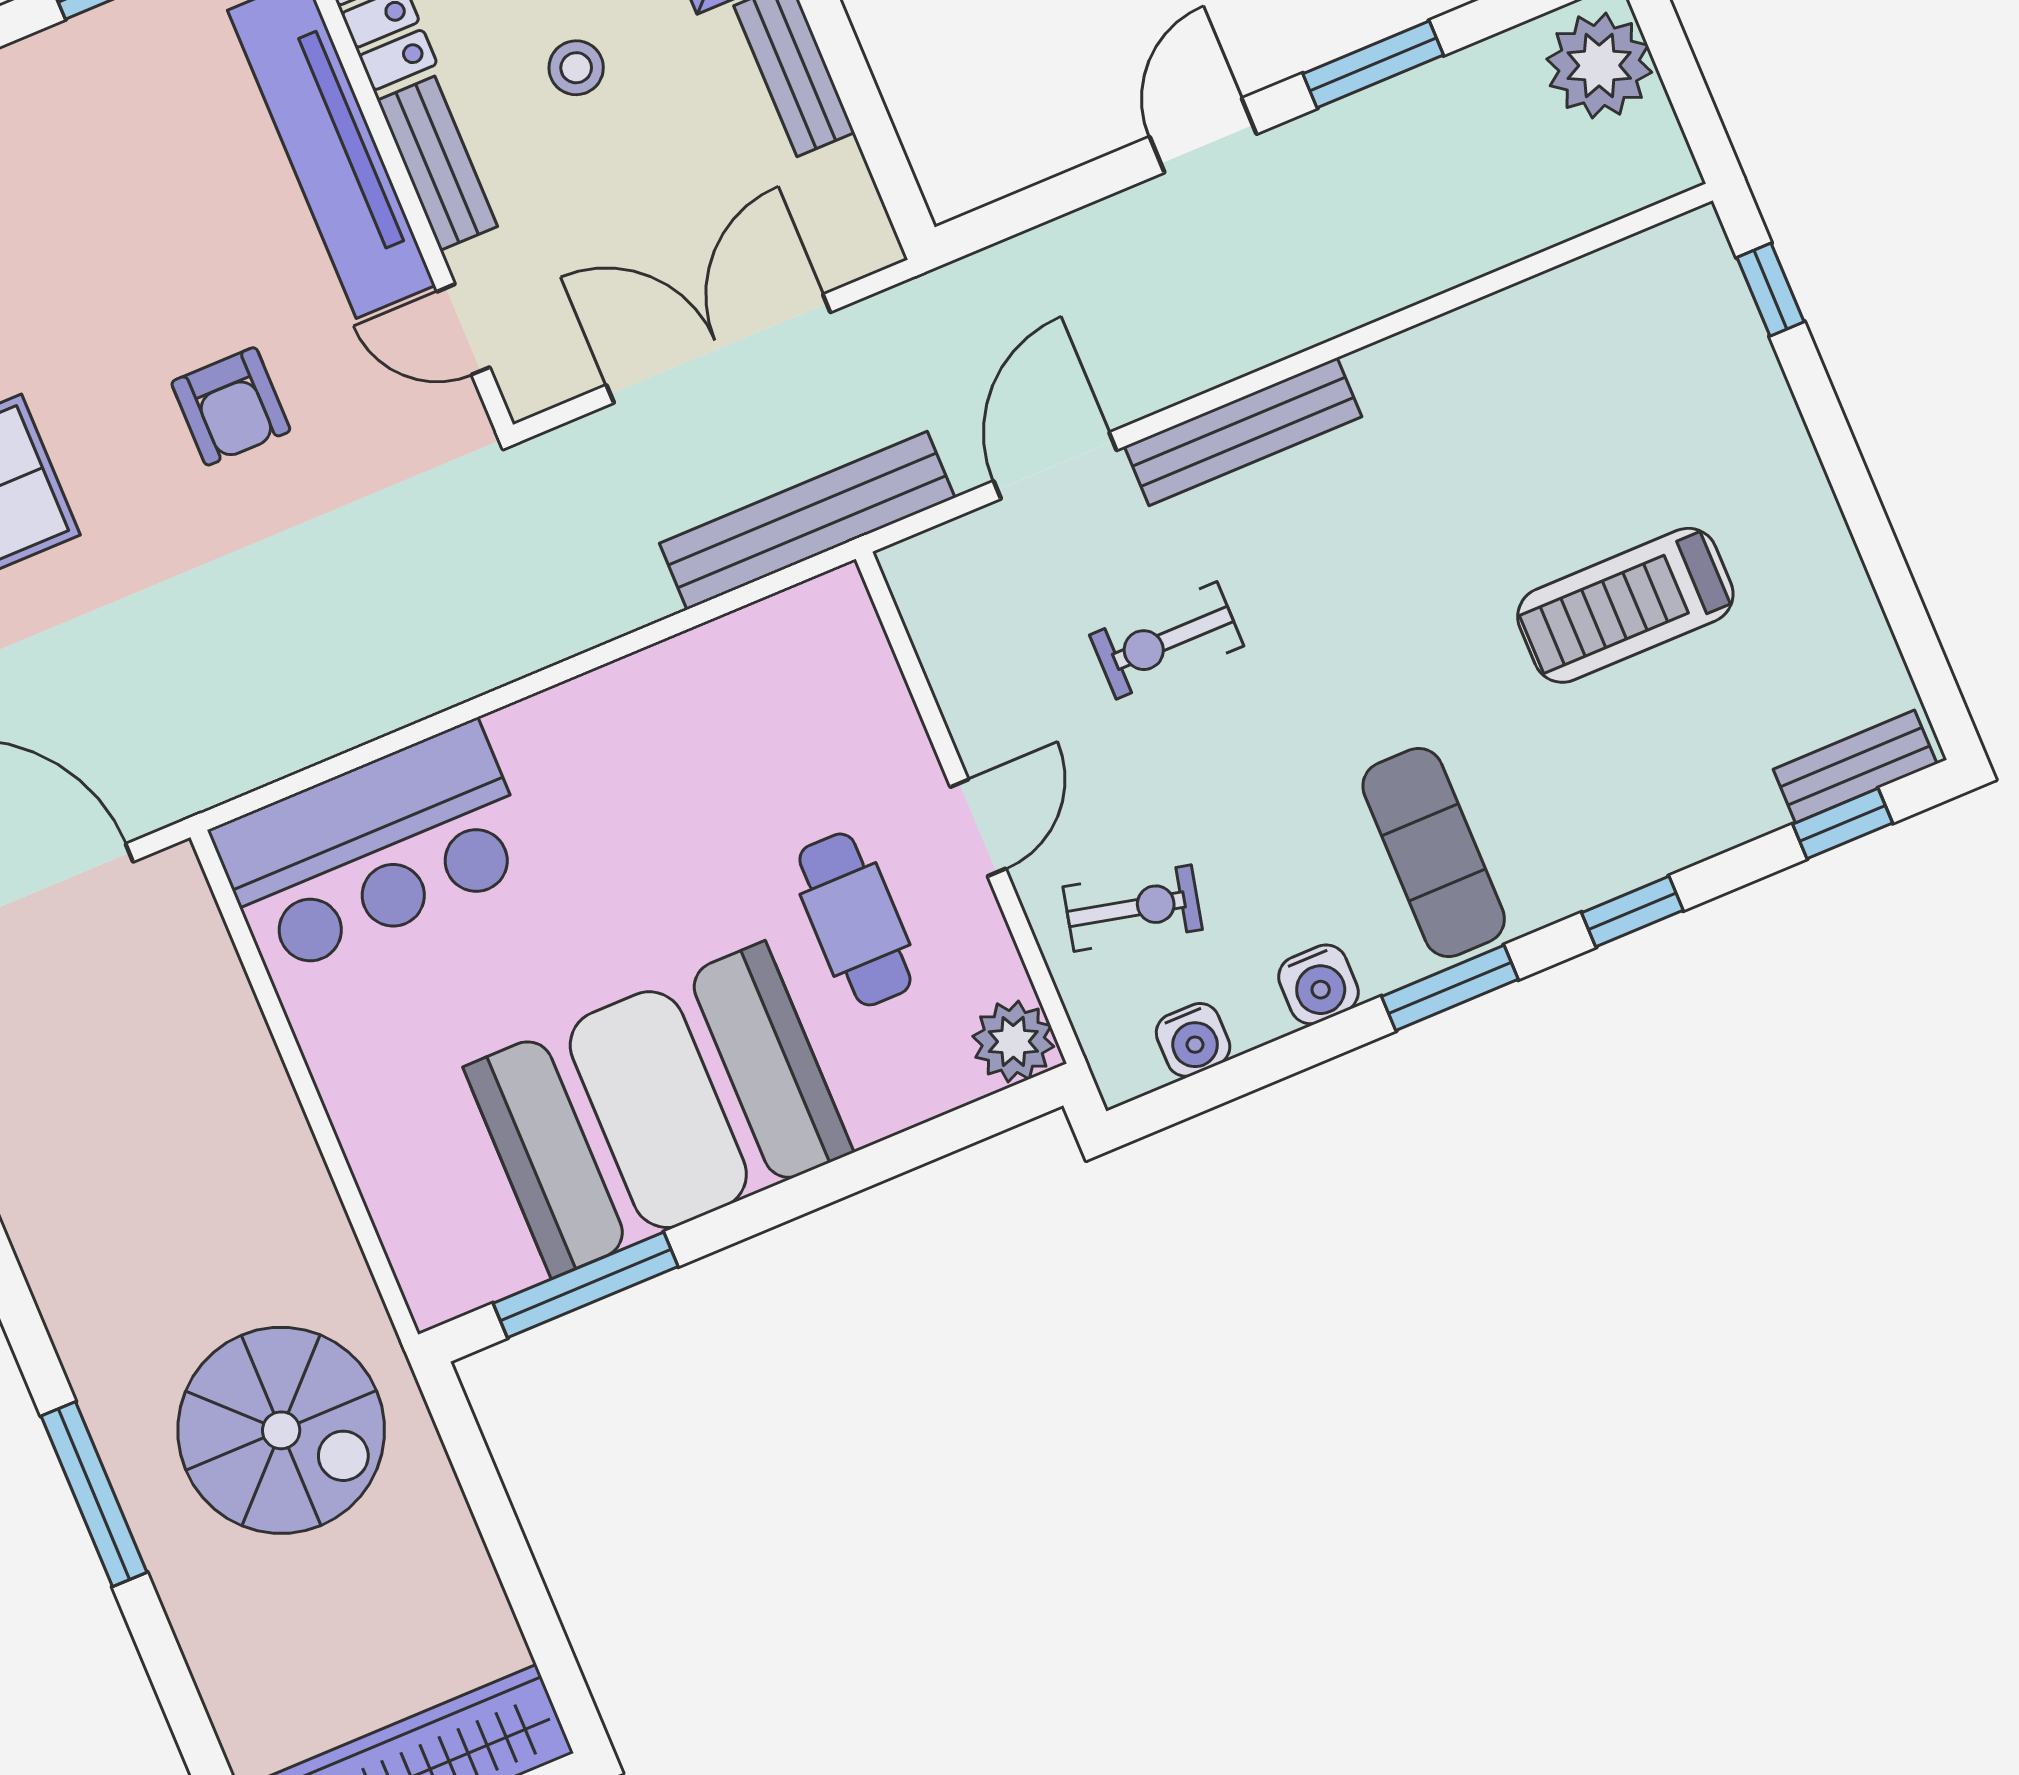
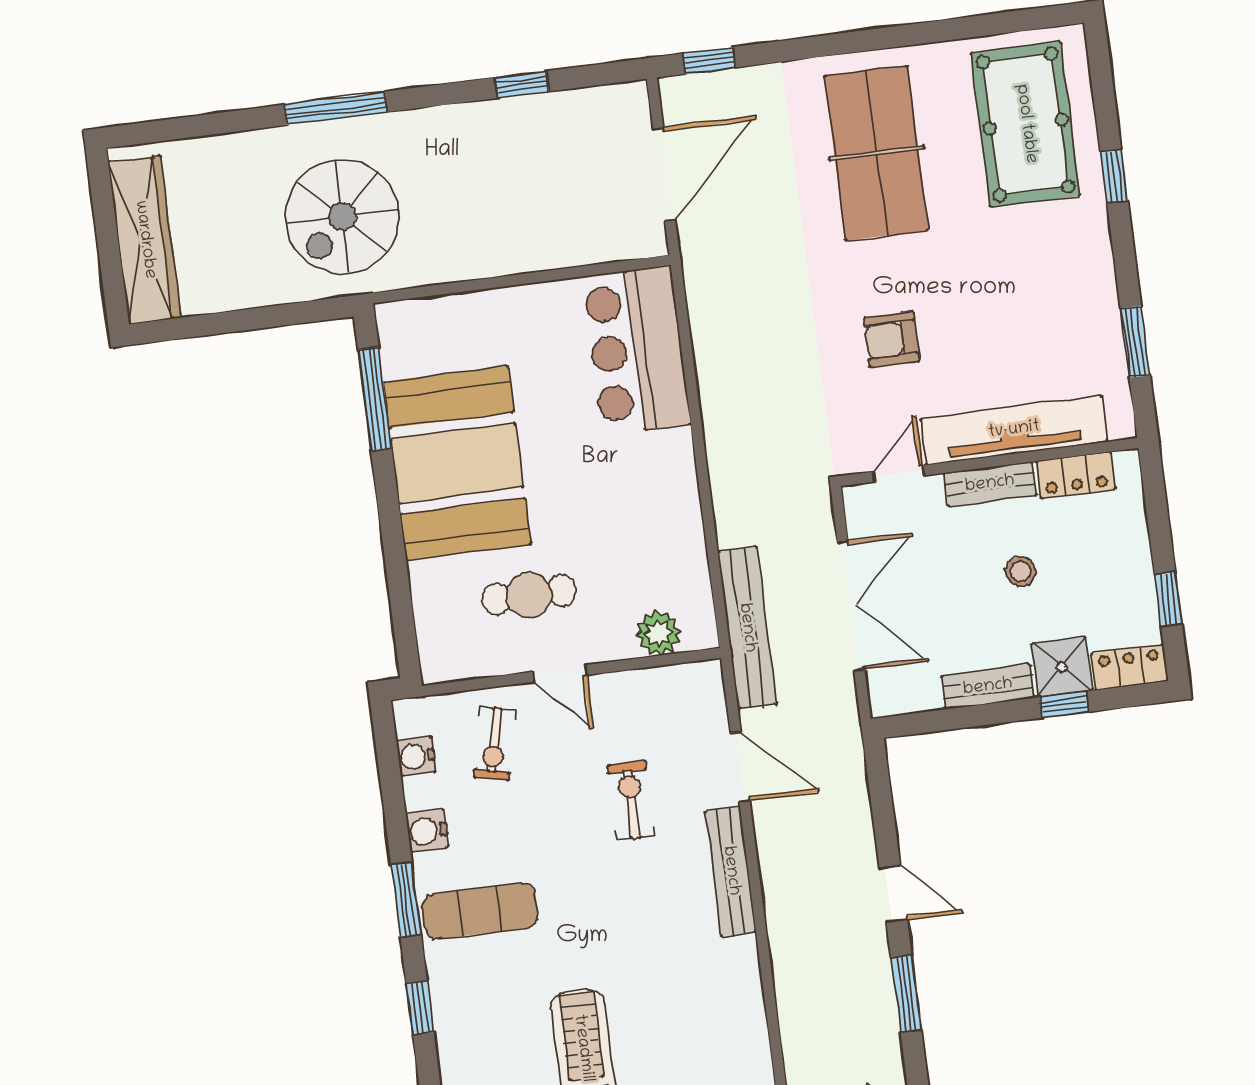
plant: (1013, 1041) -> (658, 633), moved

